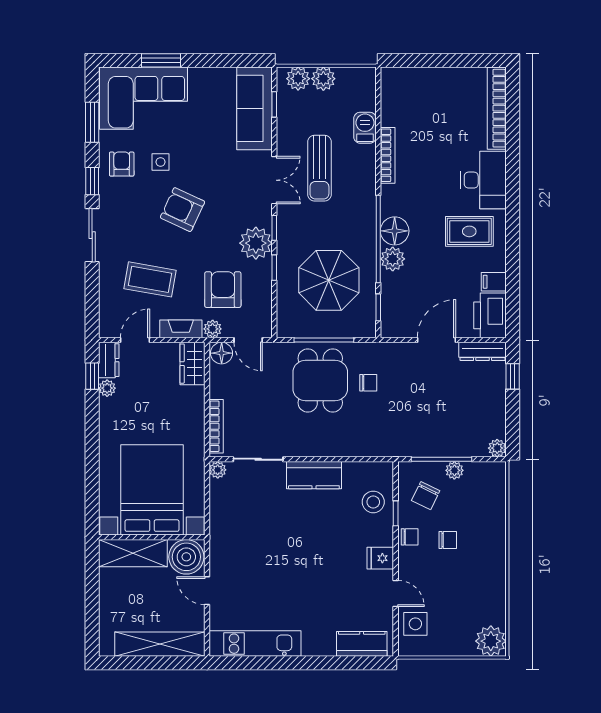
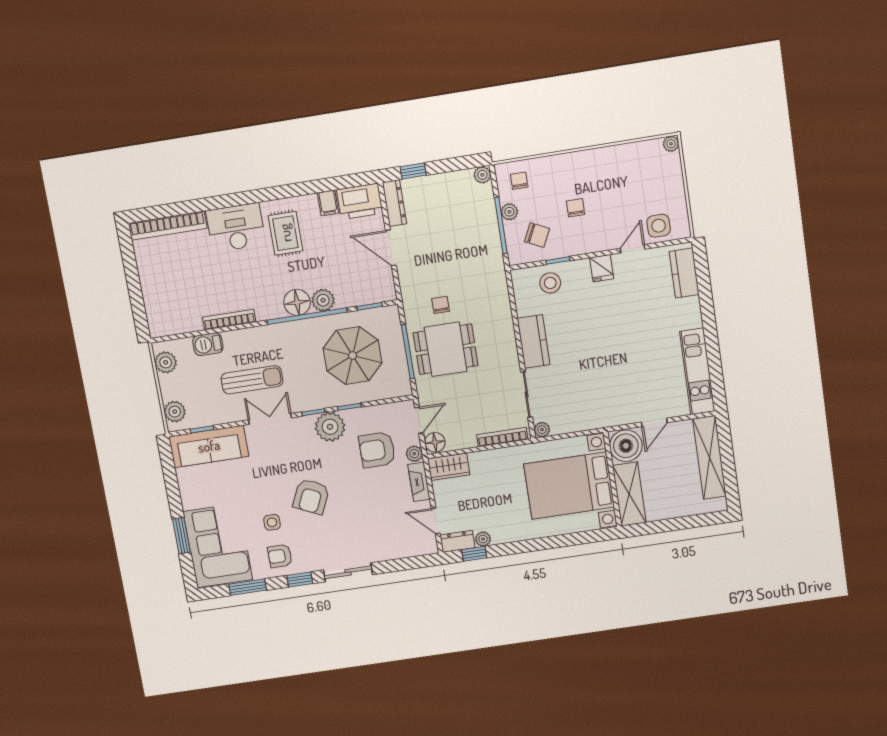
plant: (323, 79) -> (166, 362), moved
coffee table: (150, 279) -> (379, 516), removed
chair: (410, 537) -> (519, 181), moved
plant: (491, 641) -> (671, 144), width x0.53, depth x0.53

